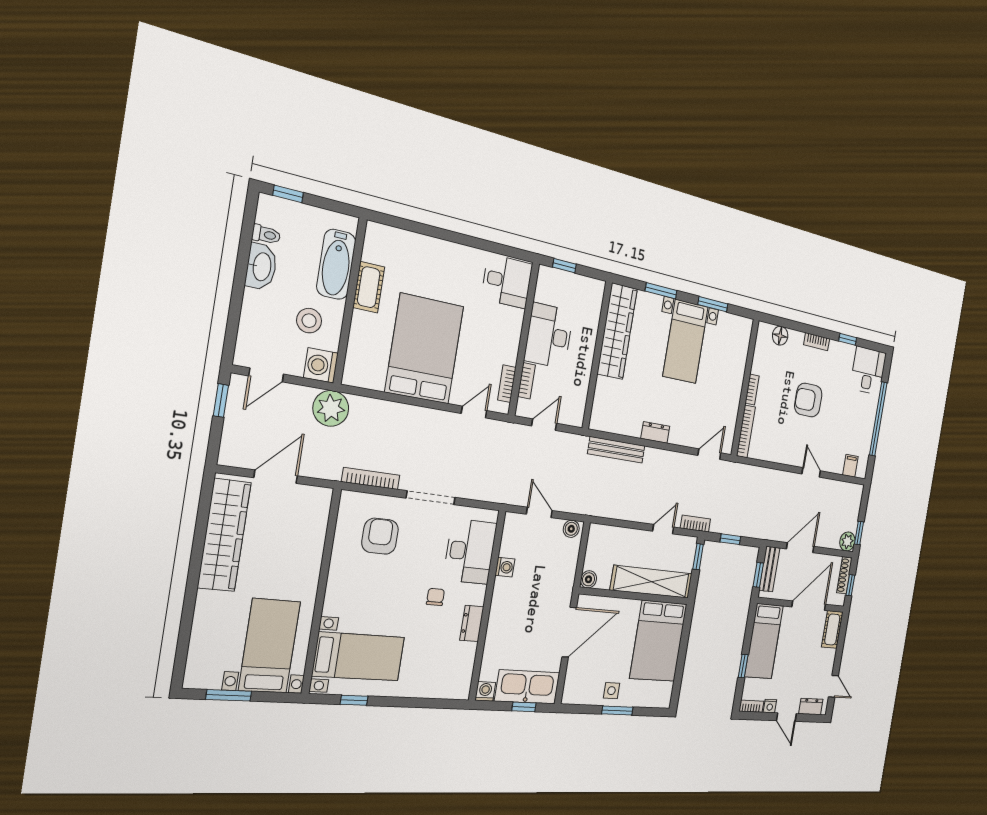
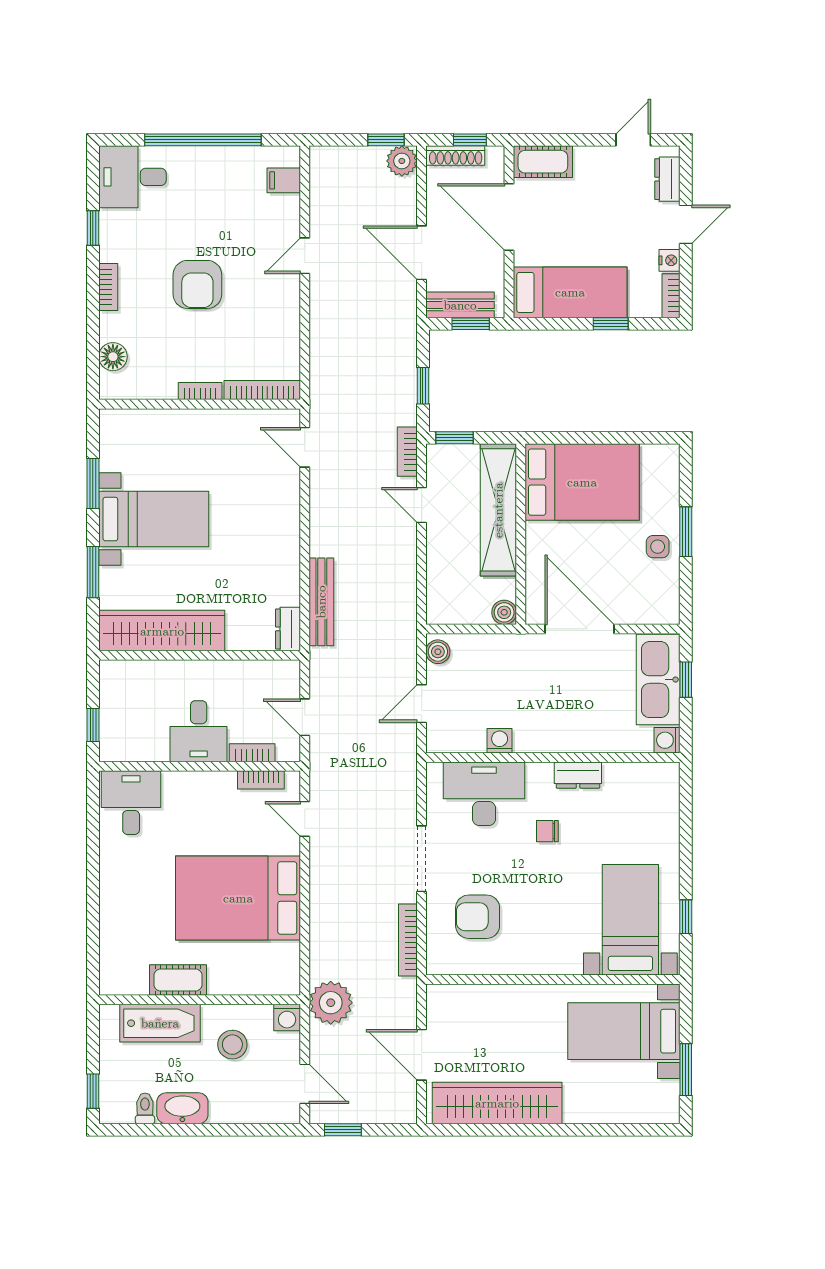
desk: (549, 336) -> (199, 731), width x0.73
washing machine: (321, 365) -> (287, 1017), width x0.73, depth x0.73
dresser: (655, 432) -> (288, 629), moved

